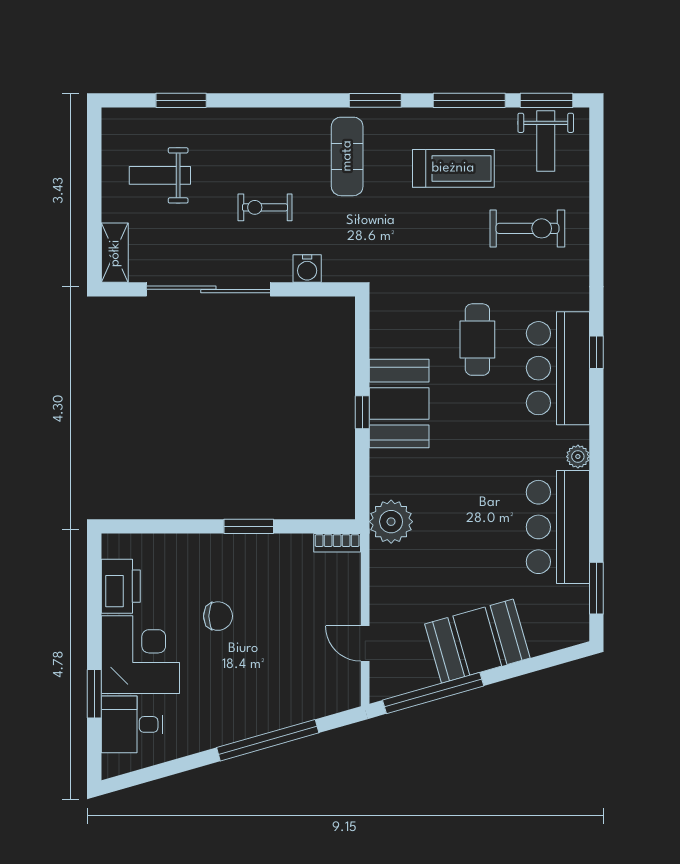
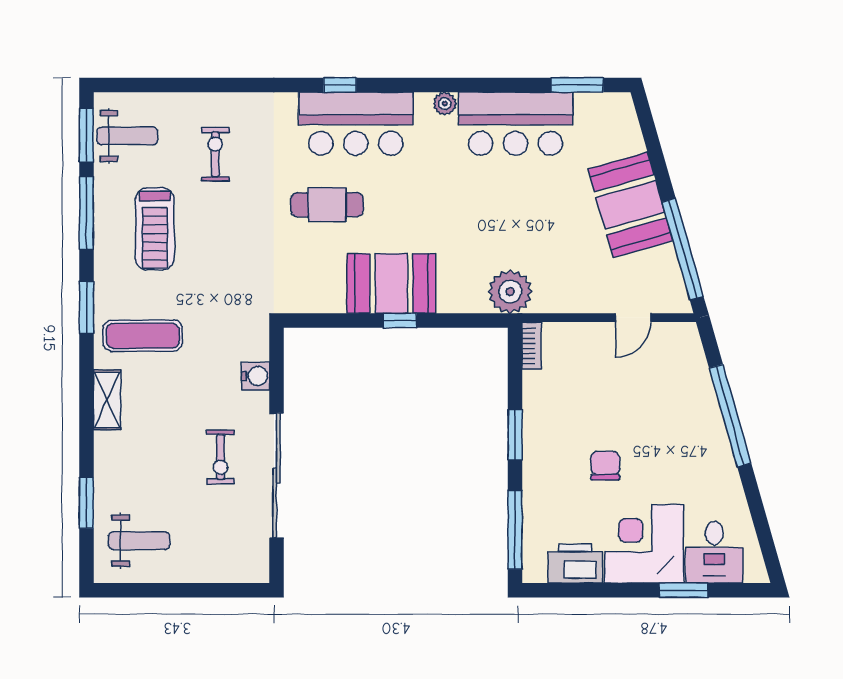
treadmill: (453, 168) -> (155, 229), turned 180
weight bench: (160, 175) -> (139, 541), moved, turned -90
exercise bike: (265, 207) -> (221, 457), moved
exercise bike: (527, 228) -> (215, 154), width x0.73, depth x0.72
shelving: (115, 253) -> (107, 400), moved, turned 90
window: (154, 526) -> (515, 530), added

